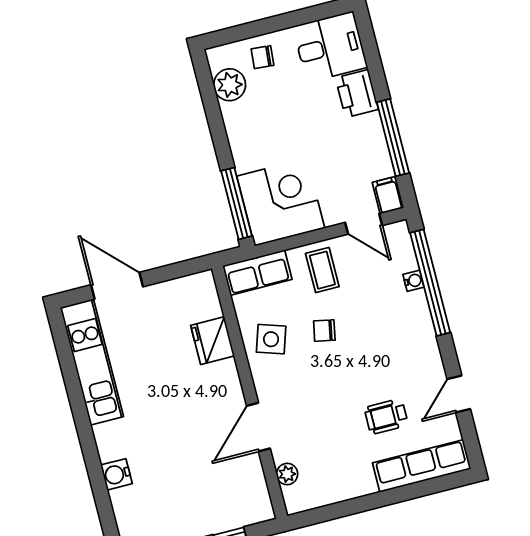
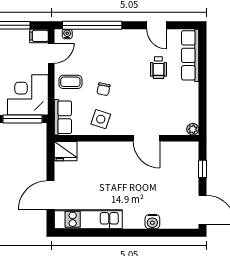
water cooler: (413, 281) -> (67, 34), moved
fridge: (213, 341) -> (66, 151), moved
plant: (287, 474) -> (193, 129), moved

